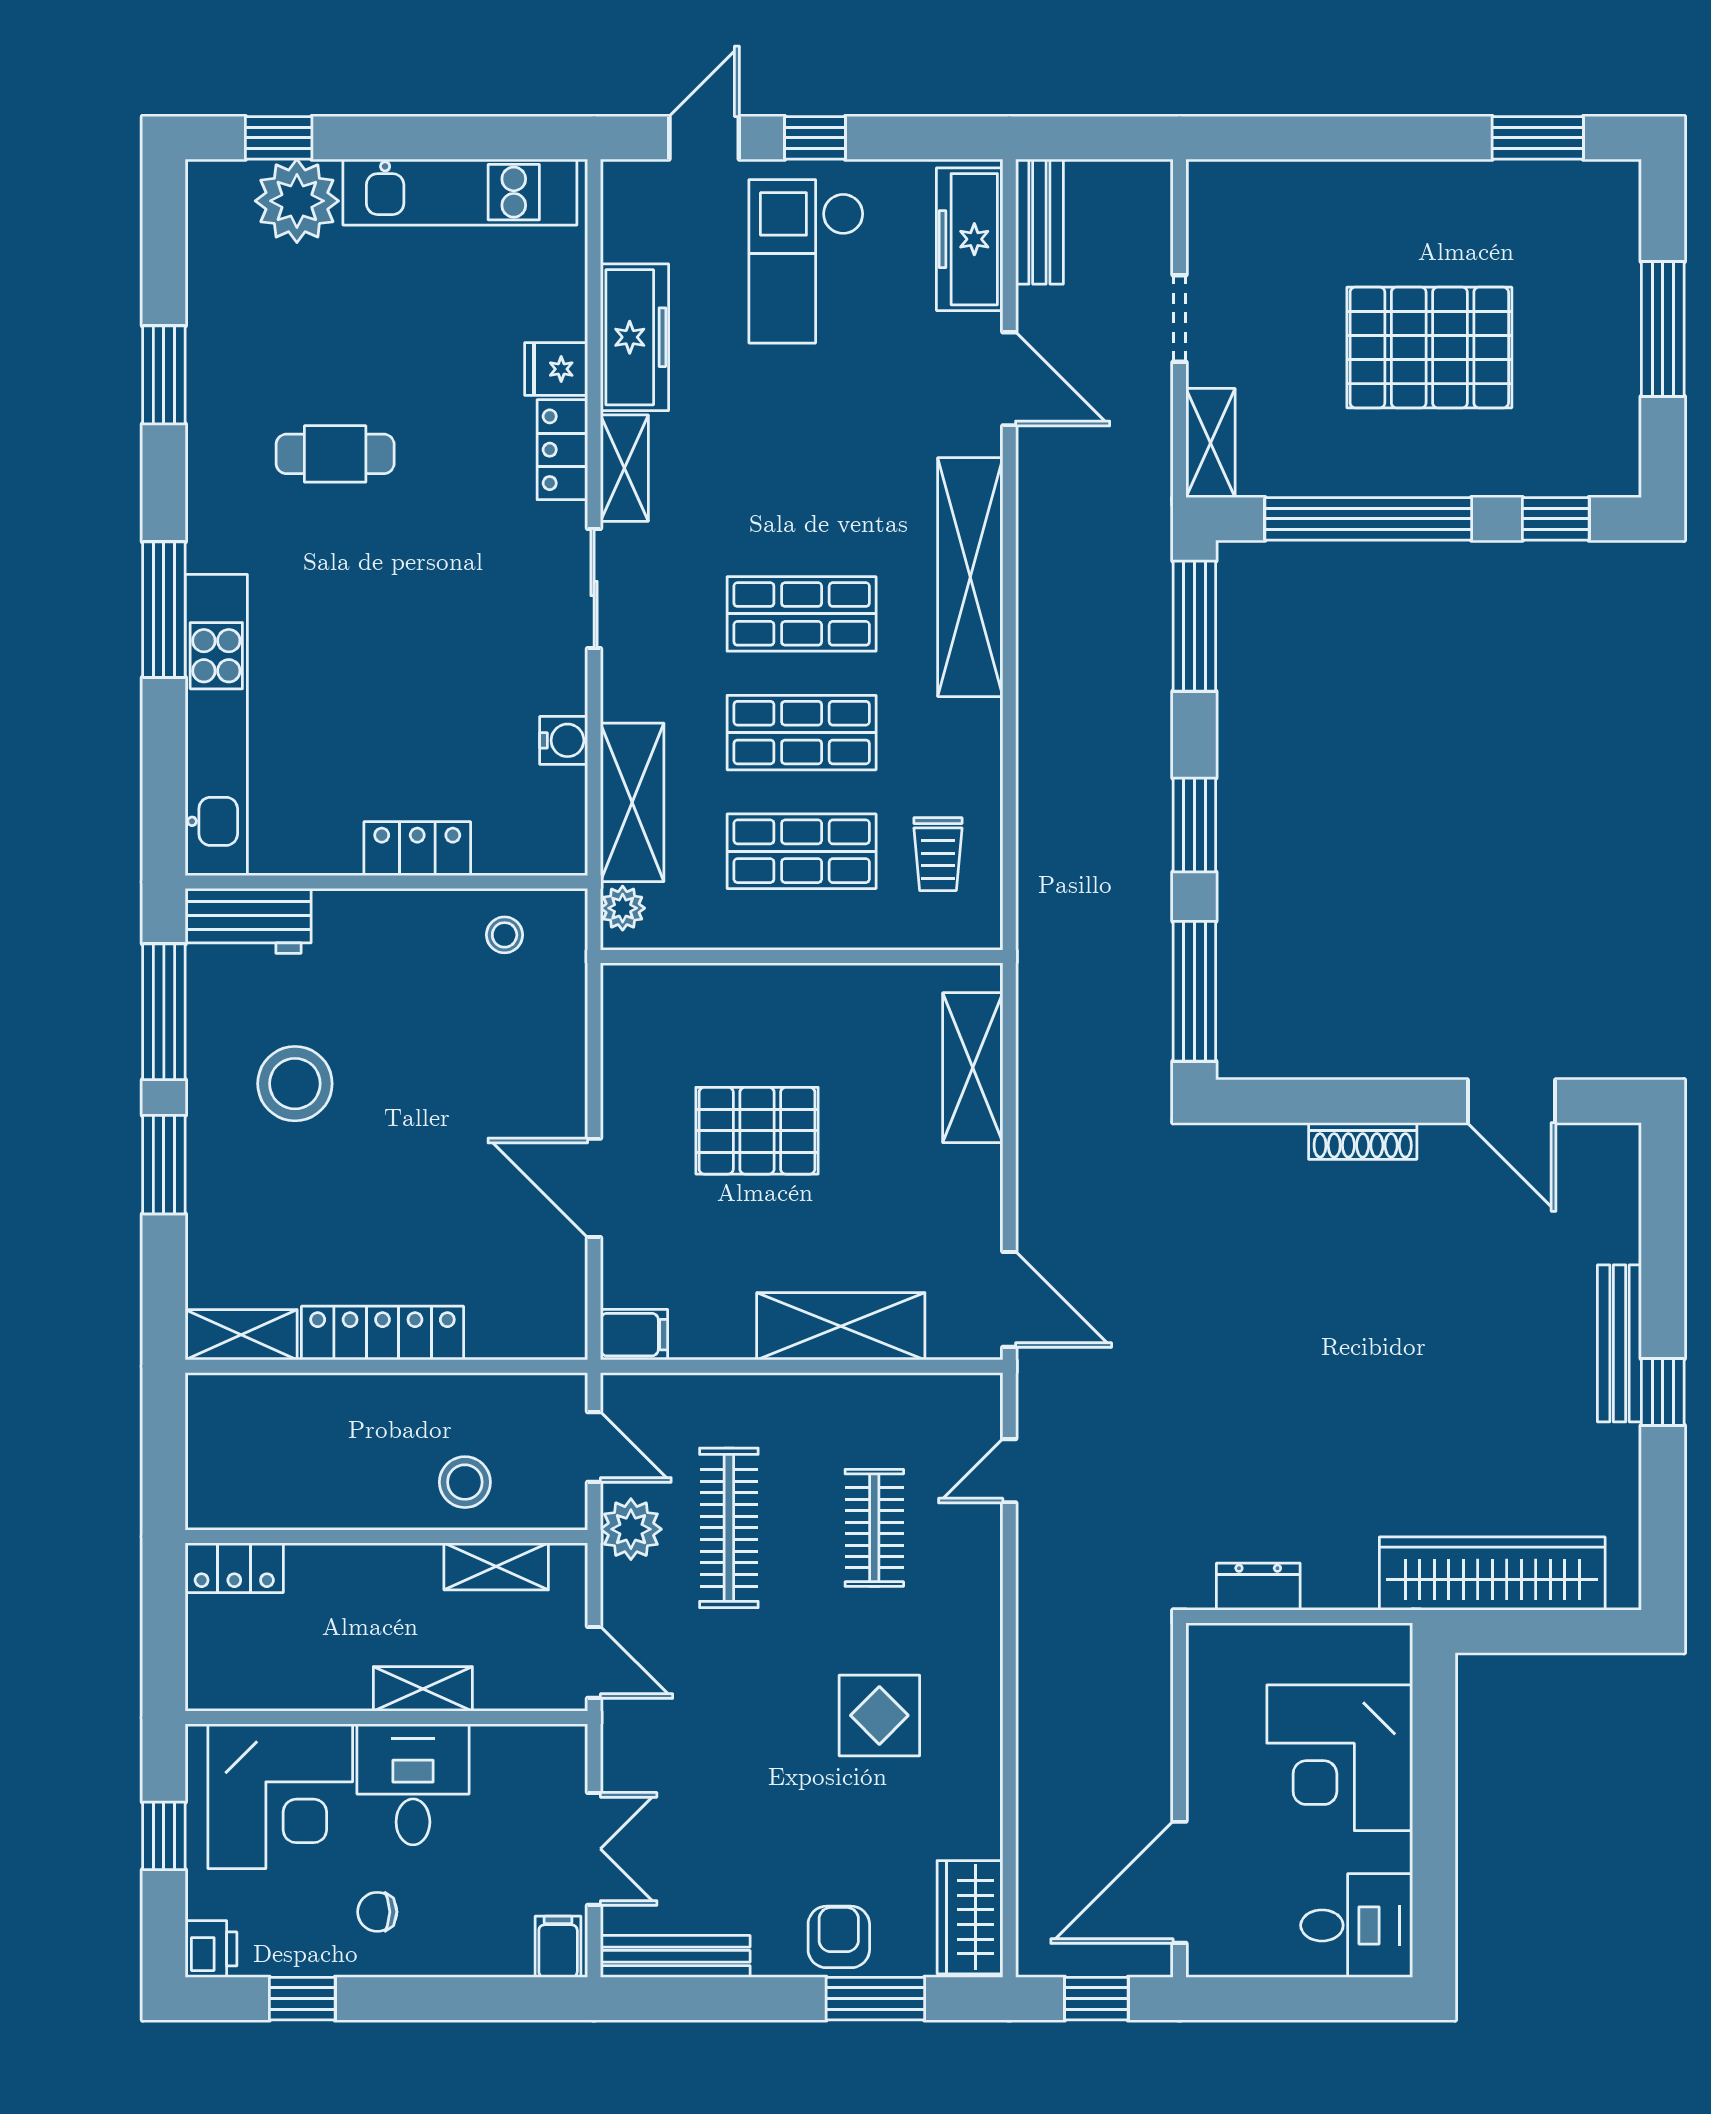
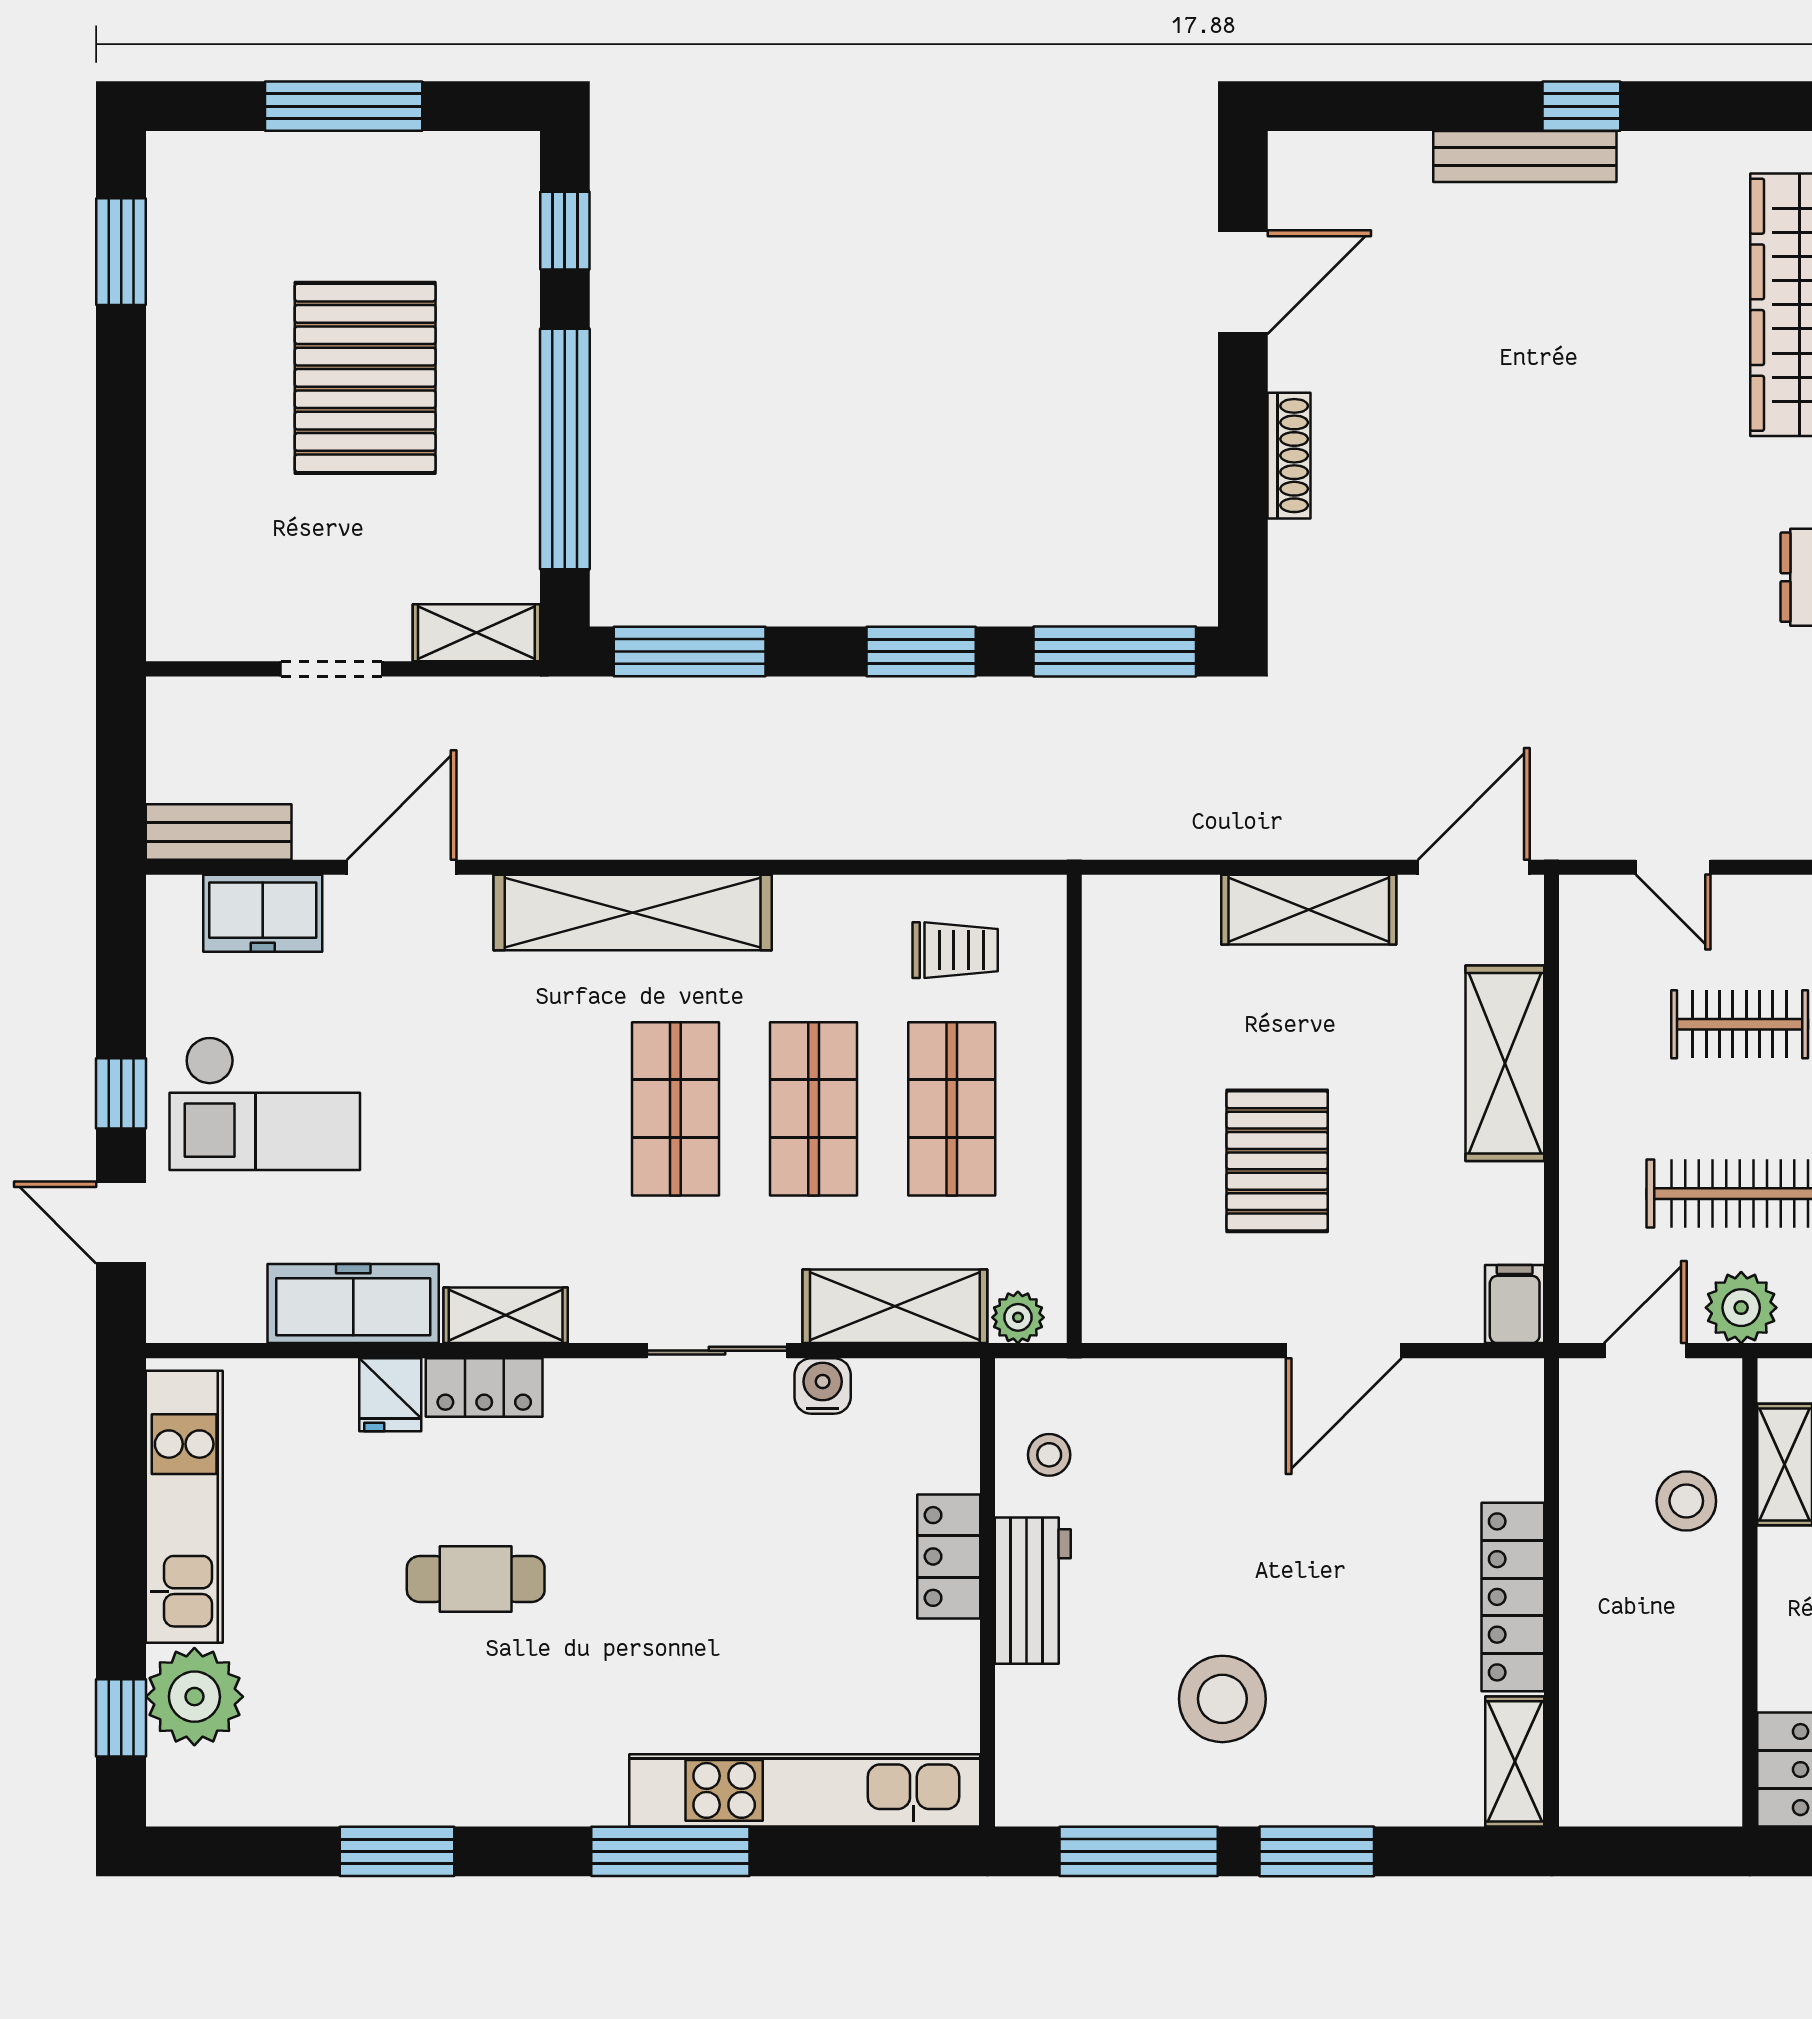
freezer: (970, 239) -> (263, 913), width x0.71
cafe table: (335, 454) -> (476, 1579), moved, turned 90
sliding door: (594, 588) -> (717, 1351), moved
workbench: (248, 921) -> (1033, 1591), moved
shelving: (973, 1068) -> (1309, 910), moved

